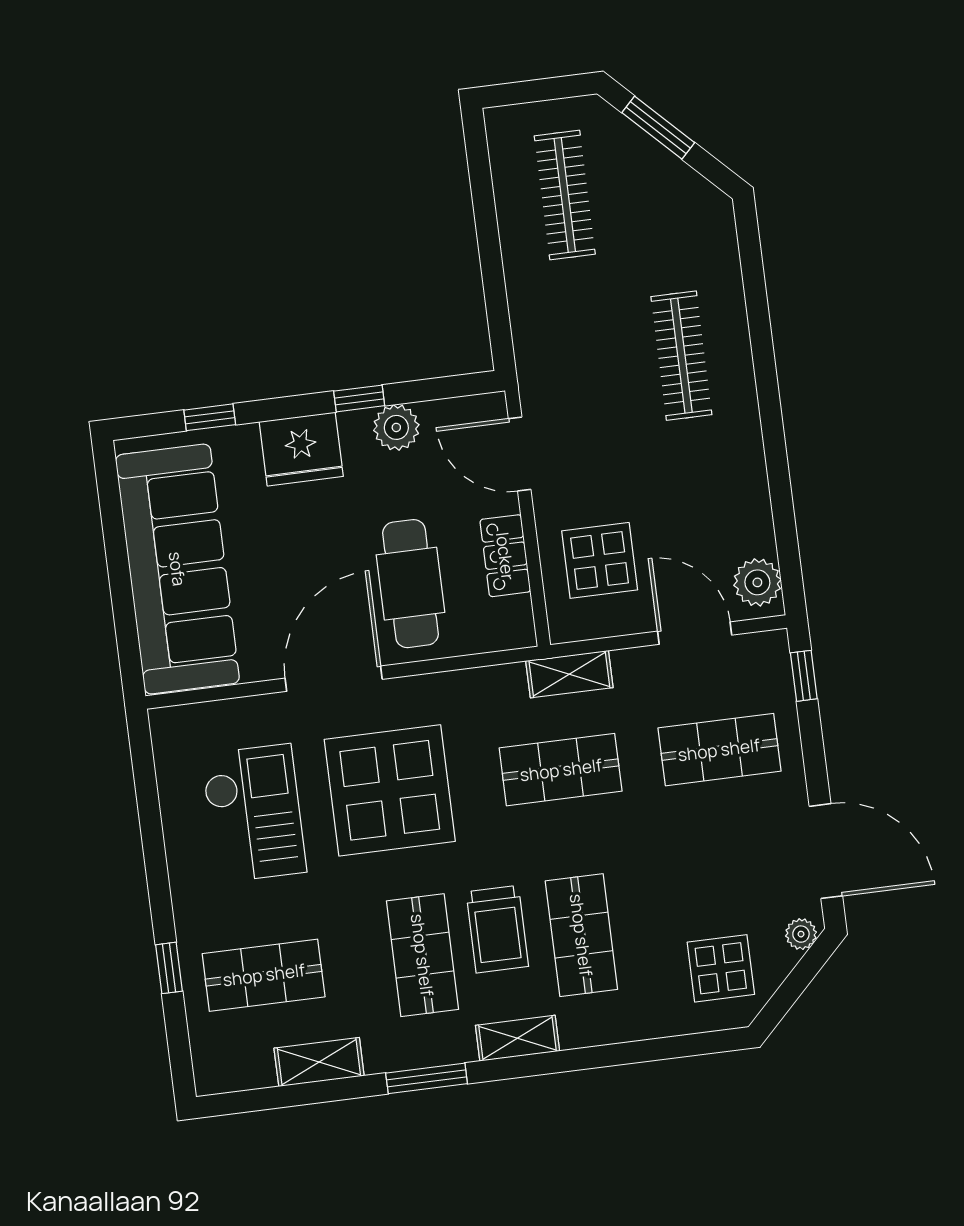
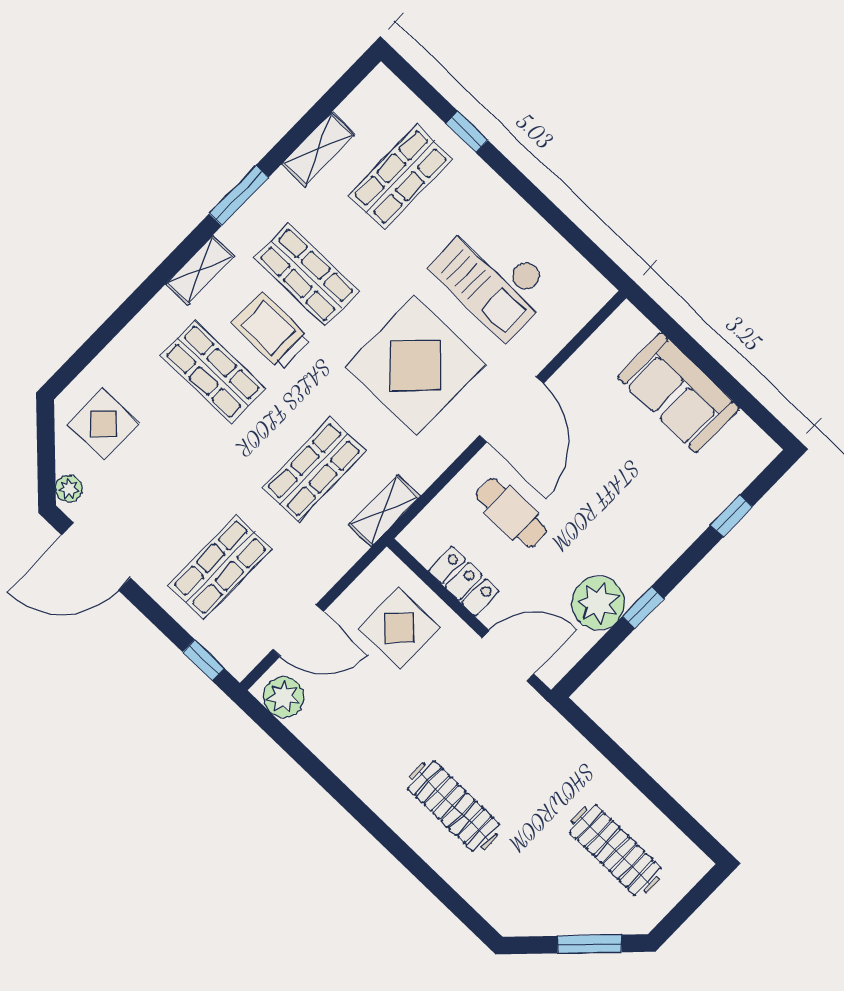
plant: (396, 427) -> (598, 603), width x1.36, depth x1.36
fridge: (301, 449) -> (654, 543), removed
sofa: (177, 569) -> (678, 393), width x0.54, depth x0.79
cafe table: (411, 584) -> (511, 513), width x0.73, depth x0.74
shelving: (569, 674) -> (384, 511), moved

